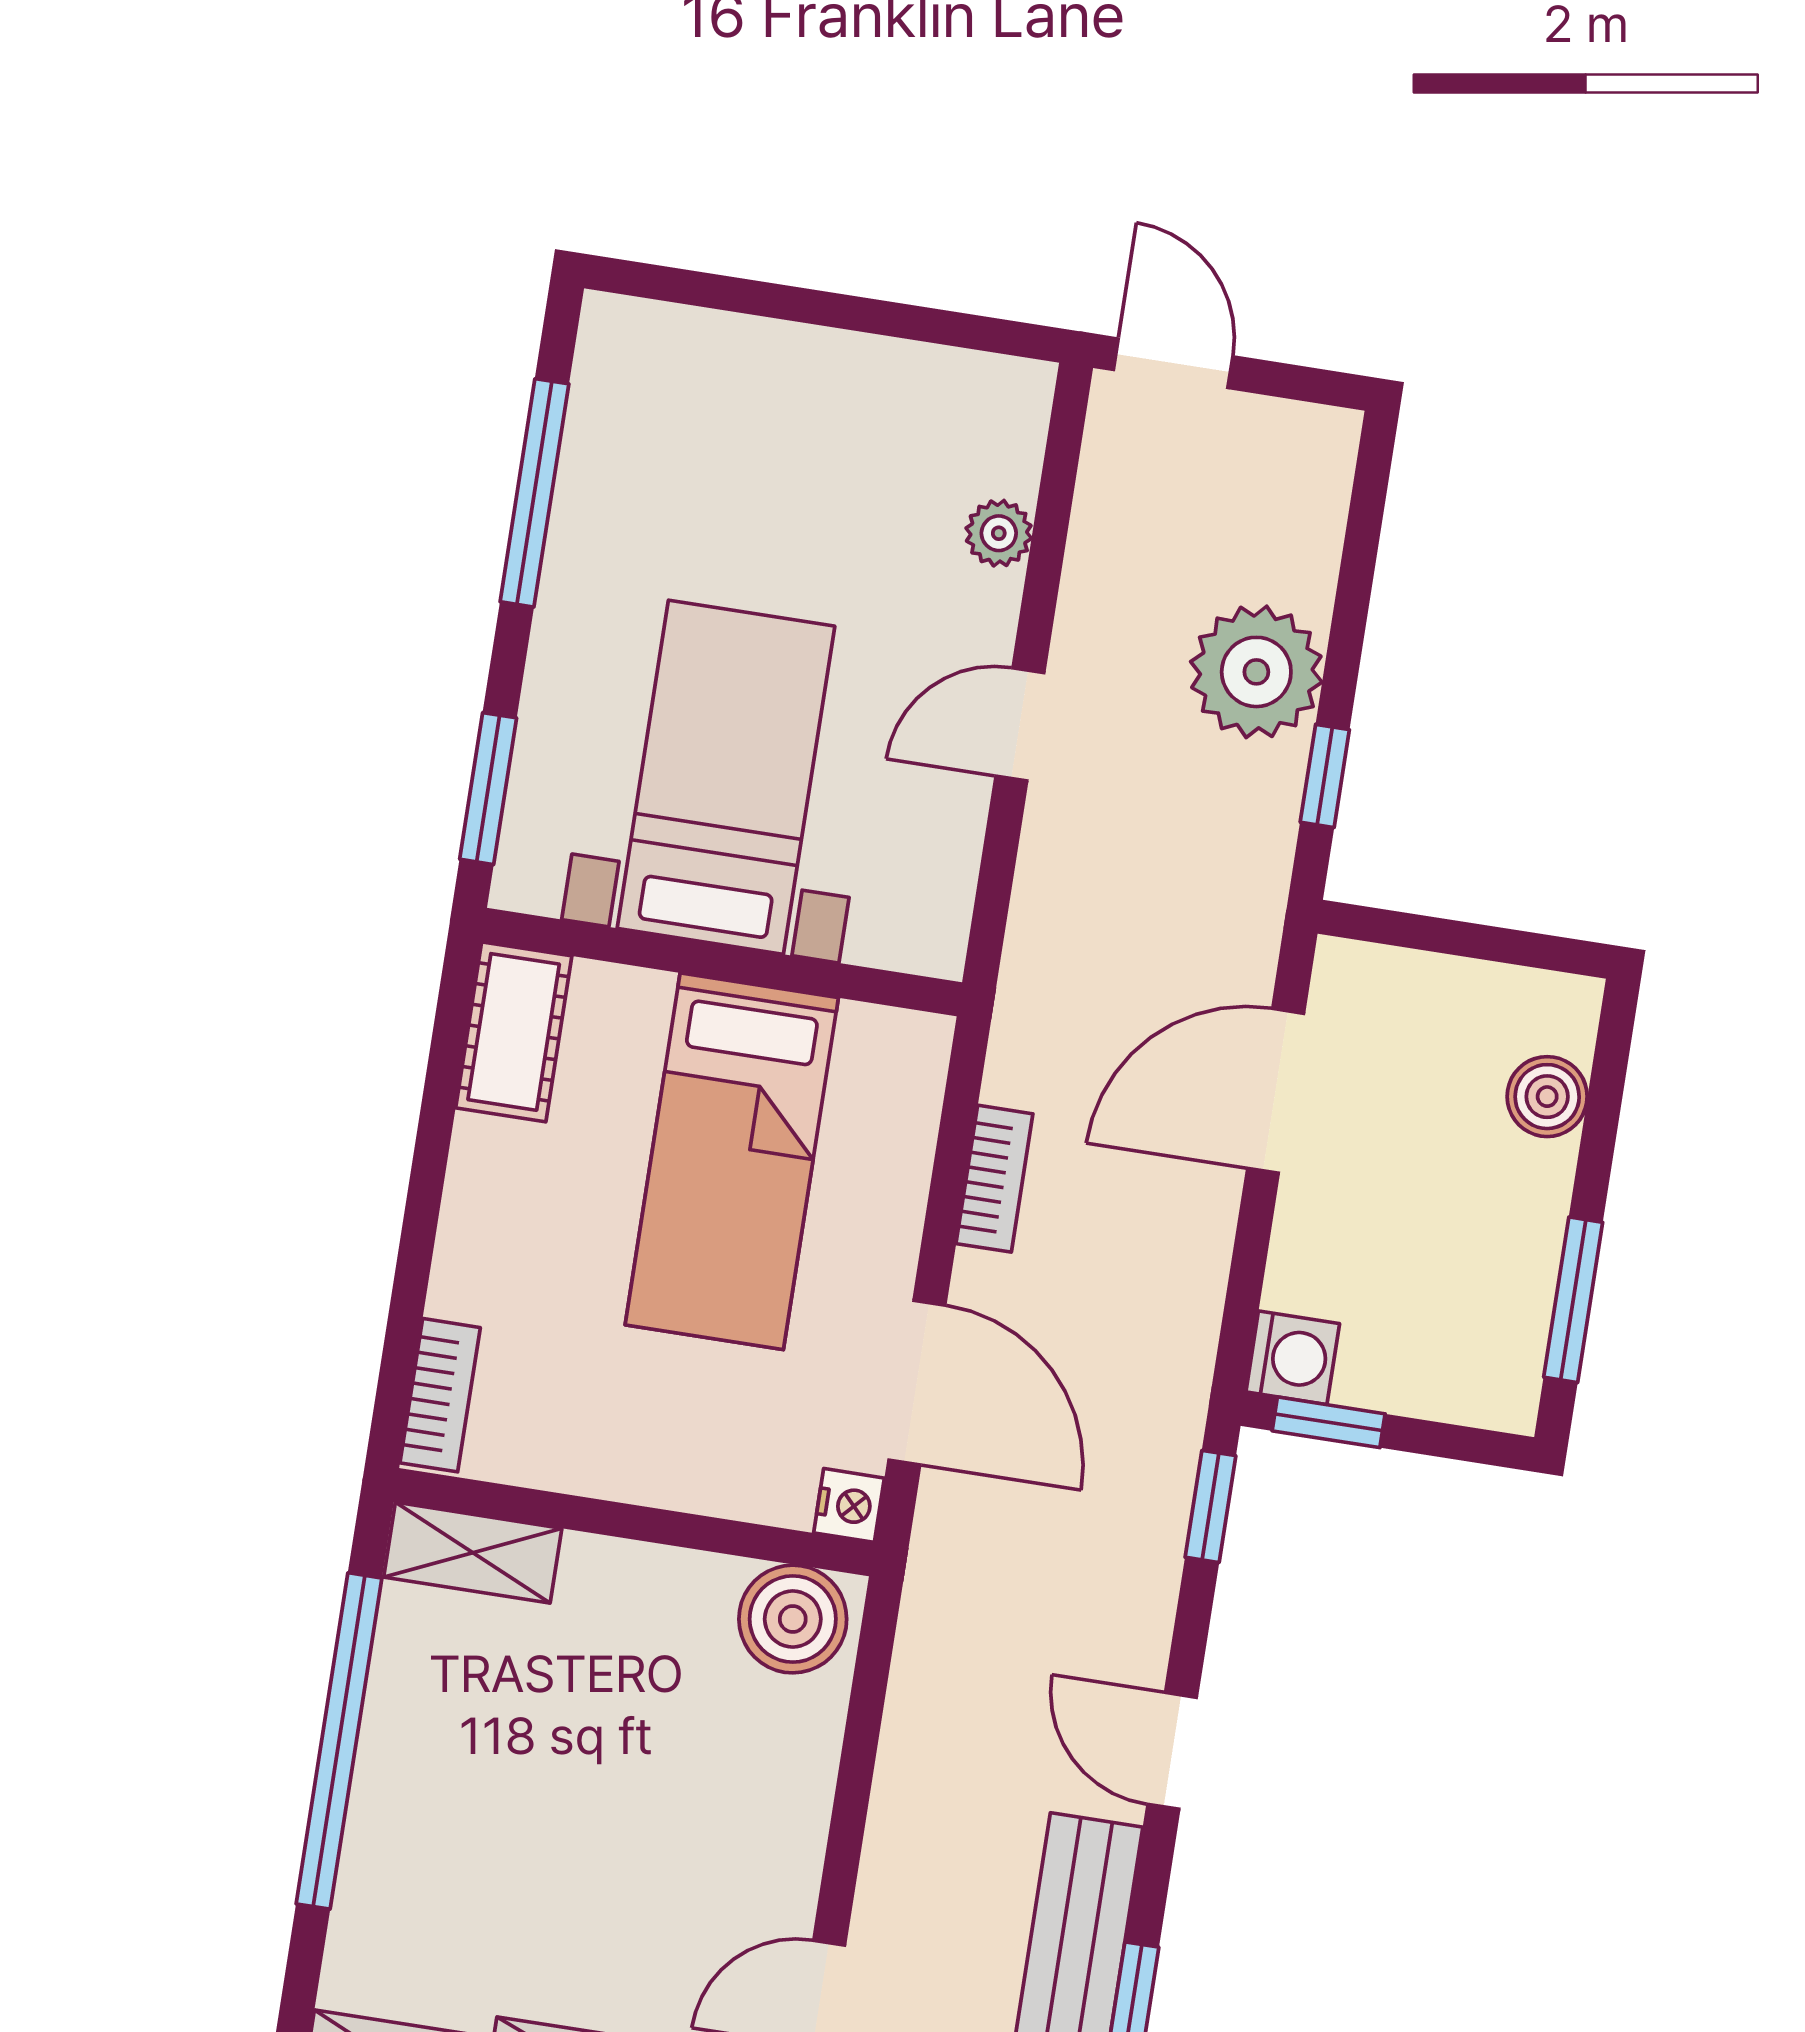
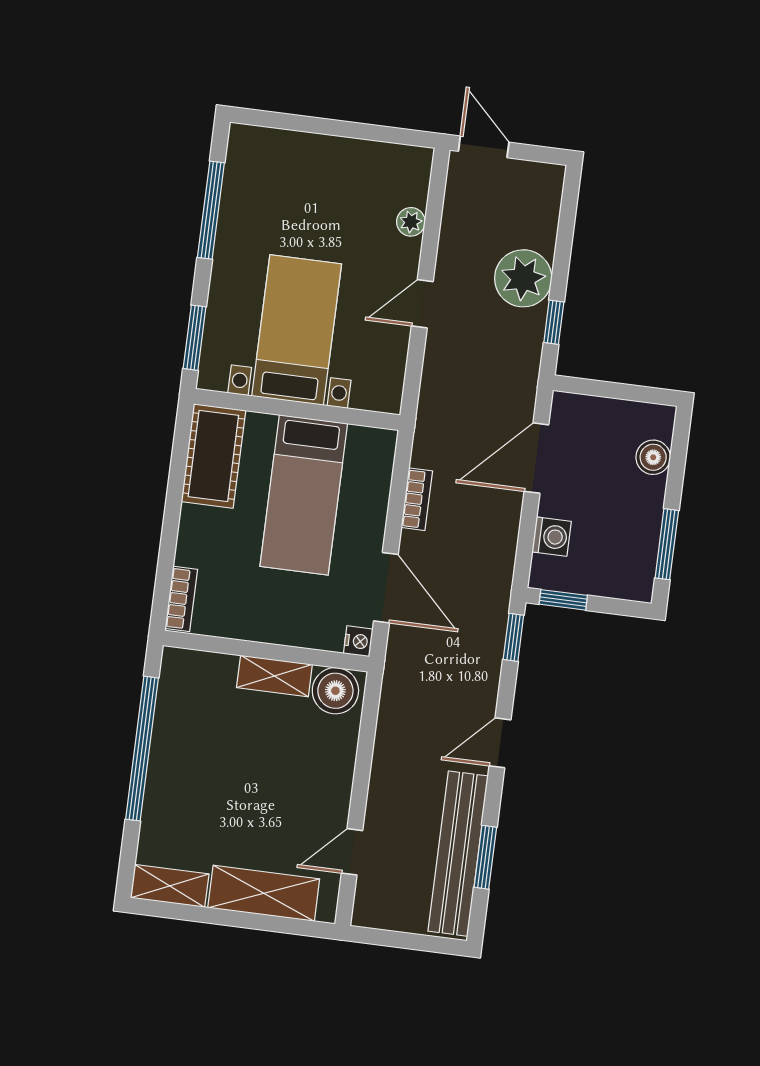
cot: (514, 1032) -> (213, 456), width x1.37, depth x1.34
washing machine: (1293, 1358) -> (552, 537), moved
shelving: (473, 1553) -> (274, 676), moved
door: (1172, 1751) -> (500, 743), hinge flipped

